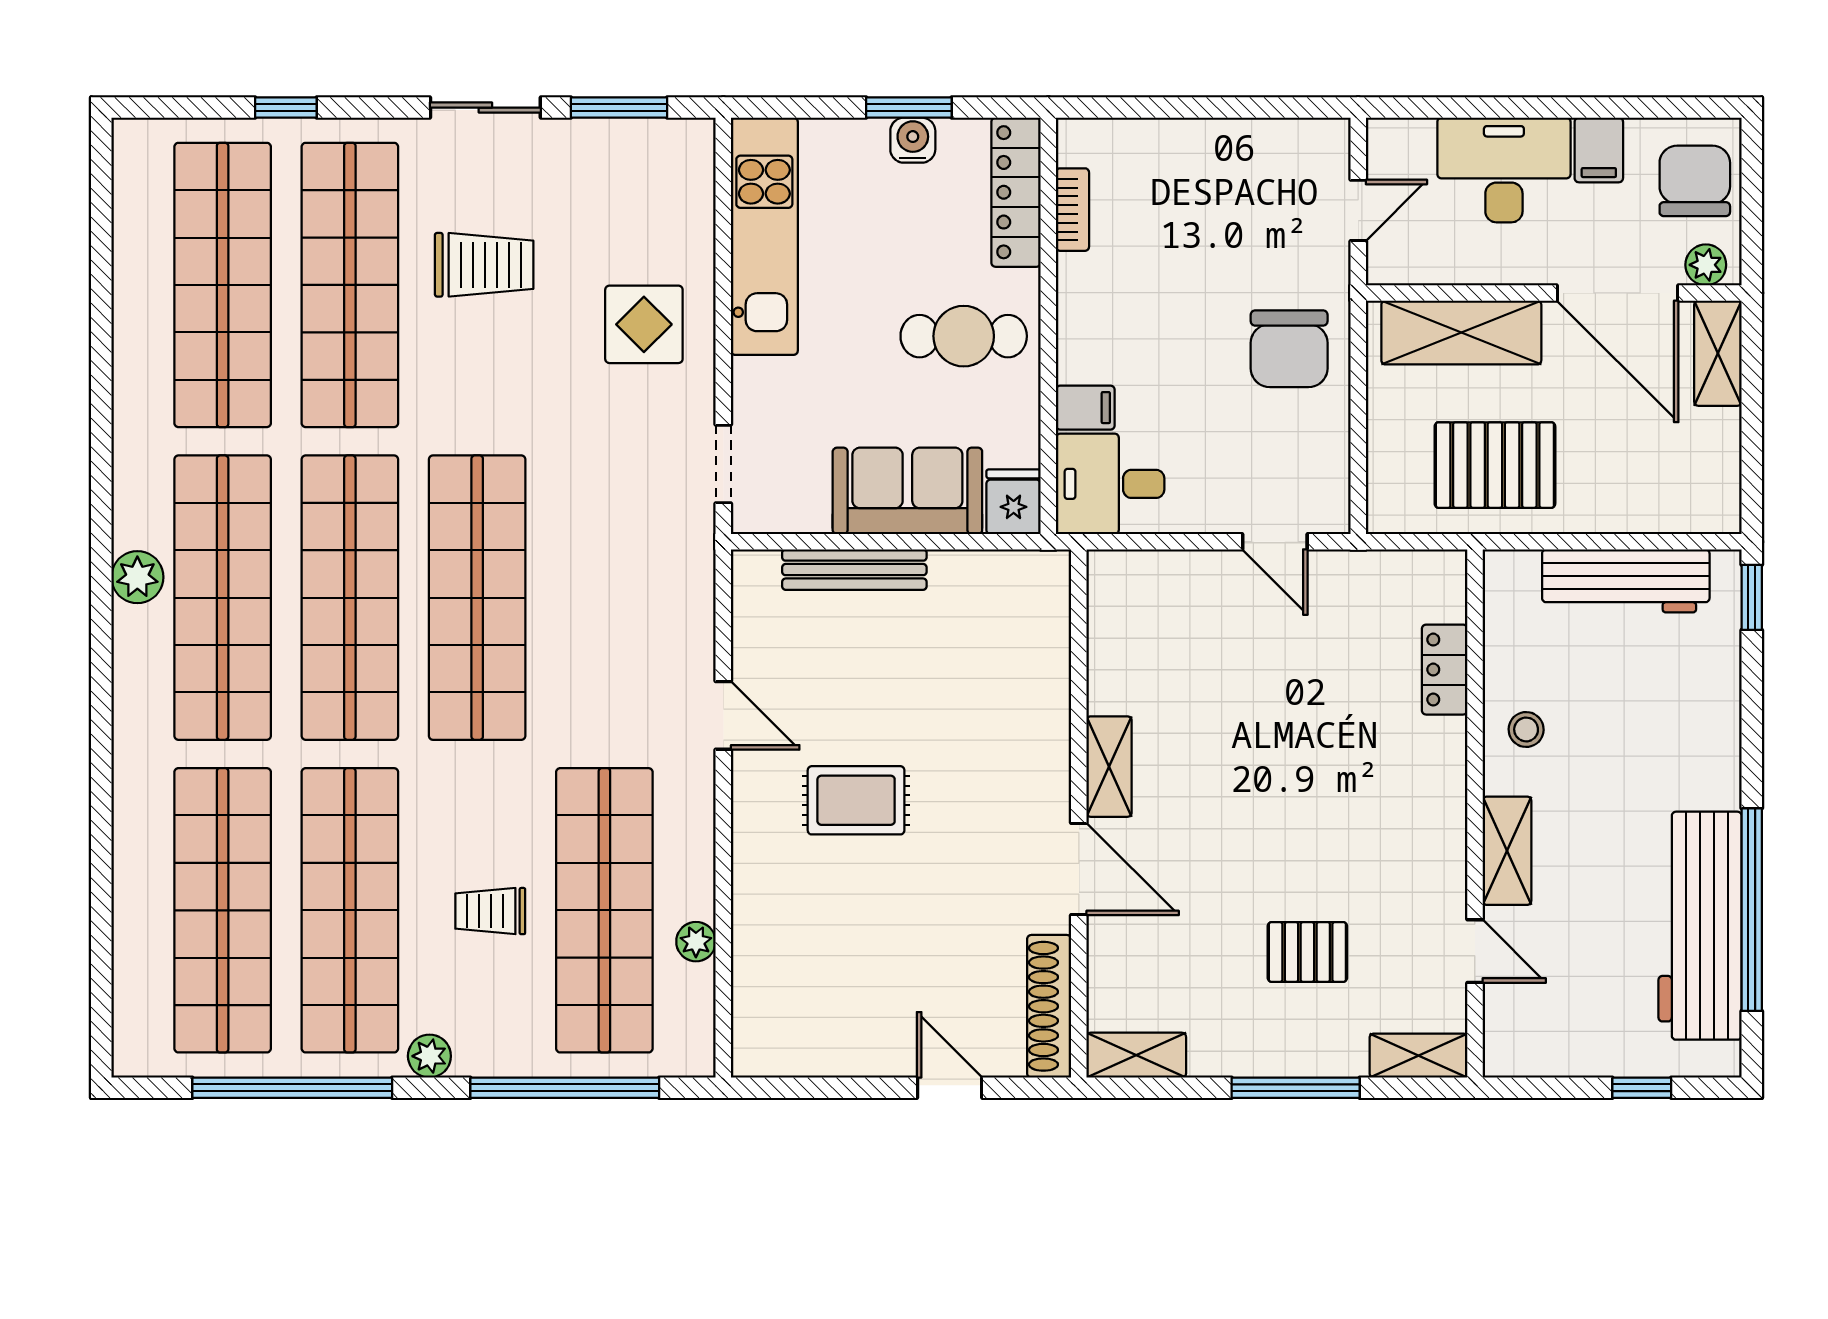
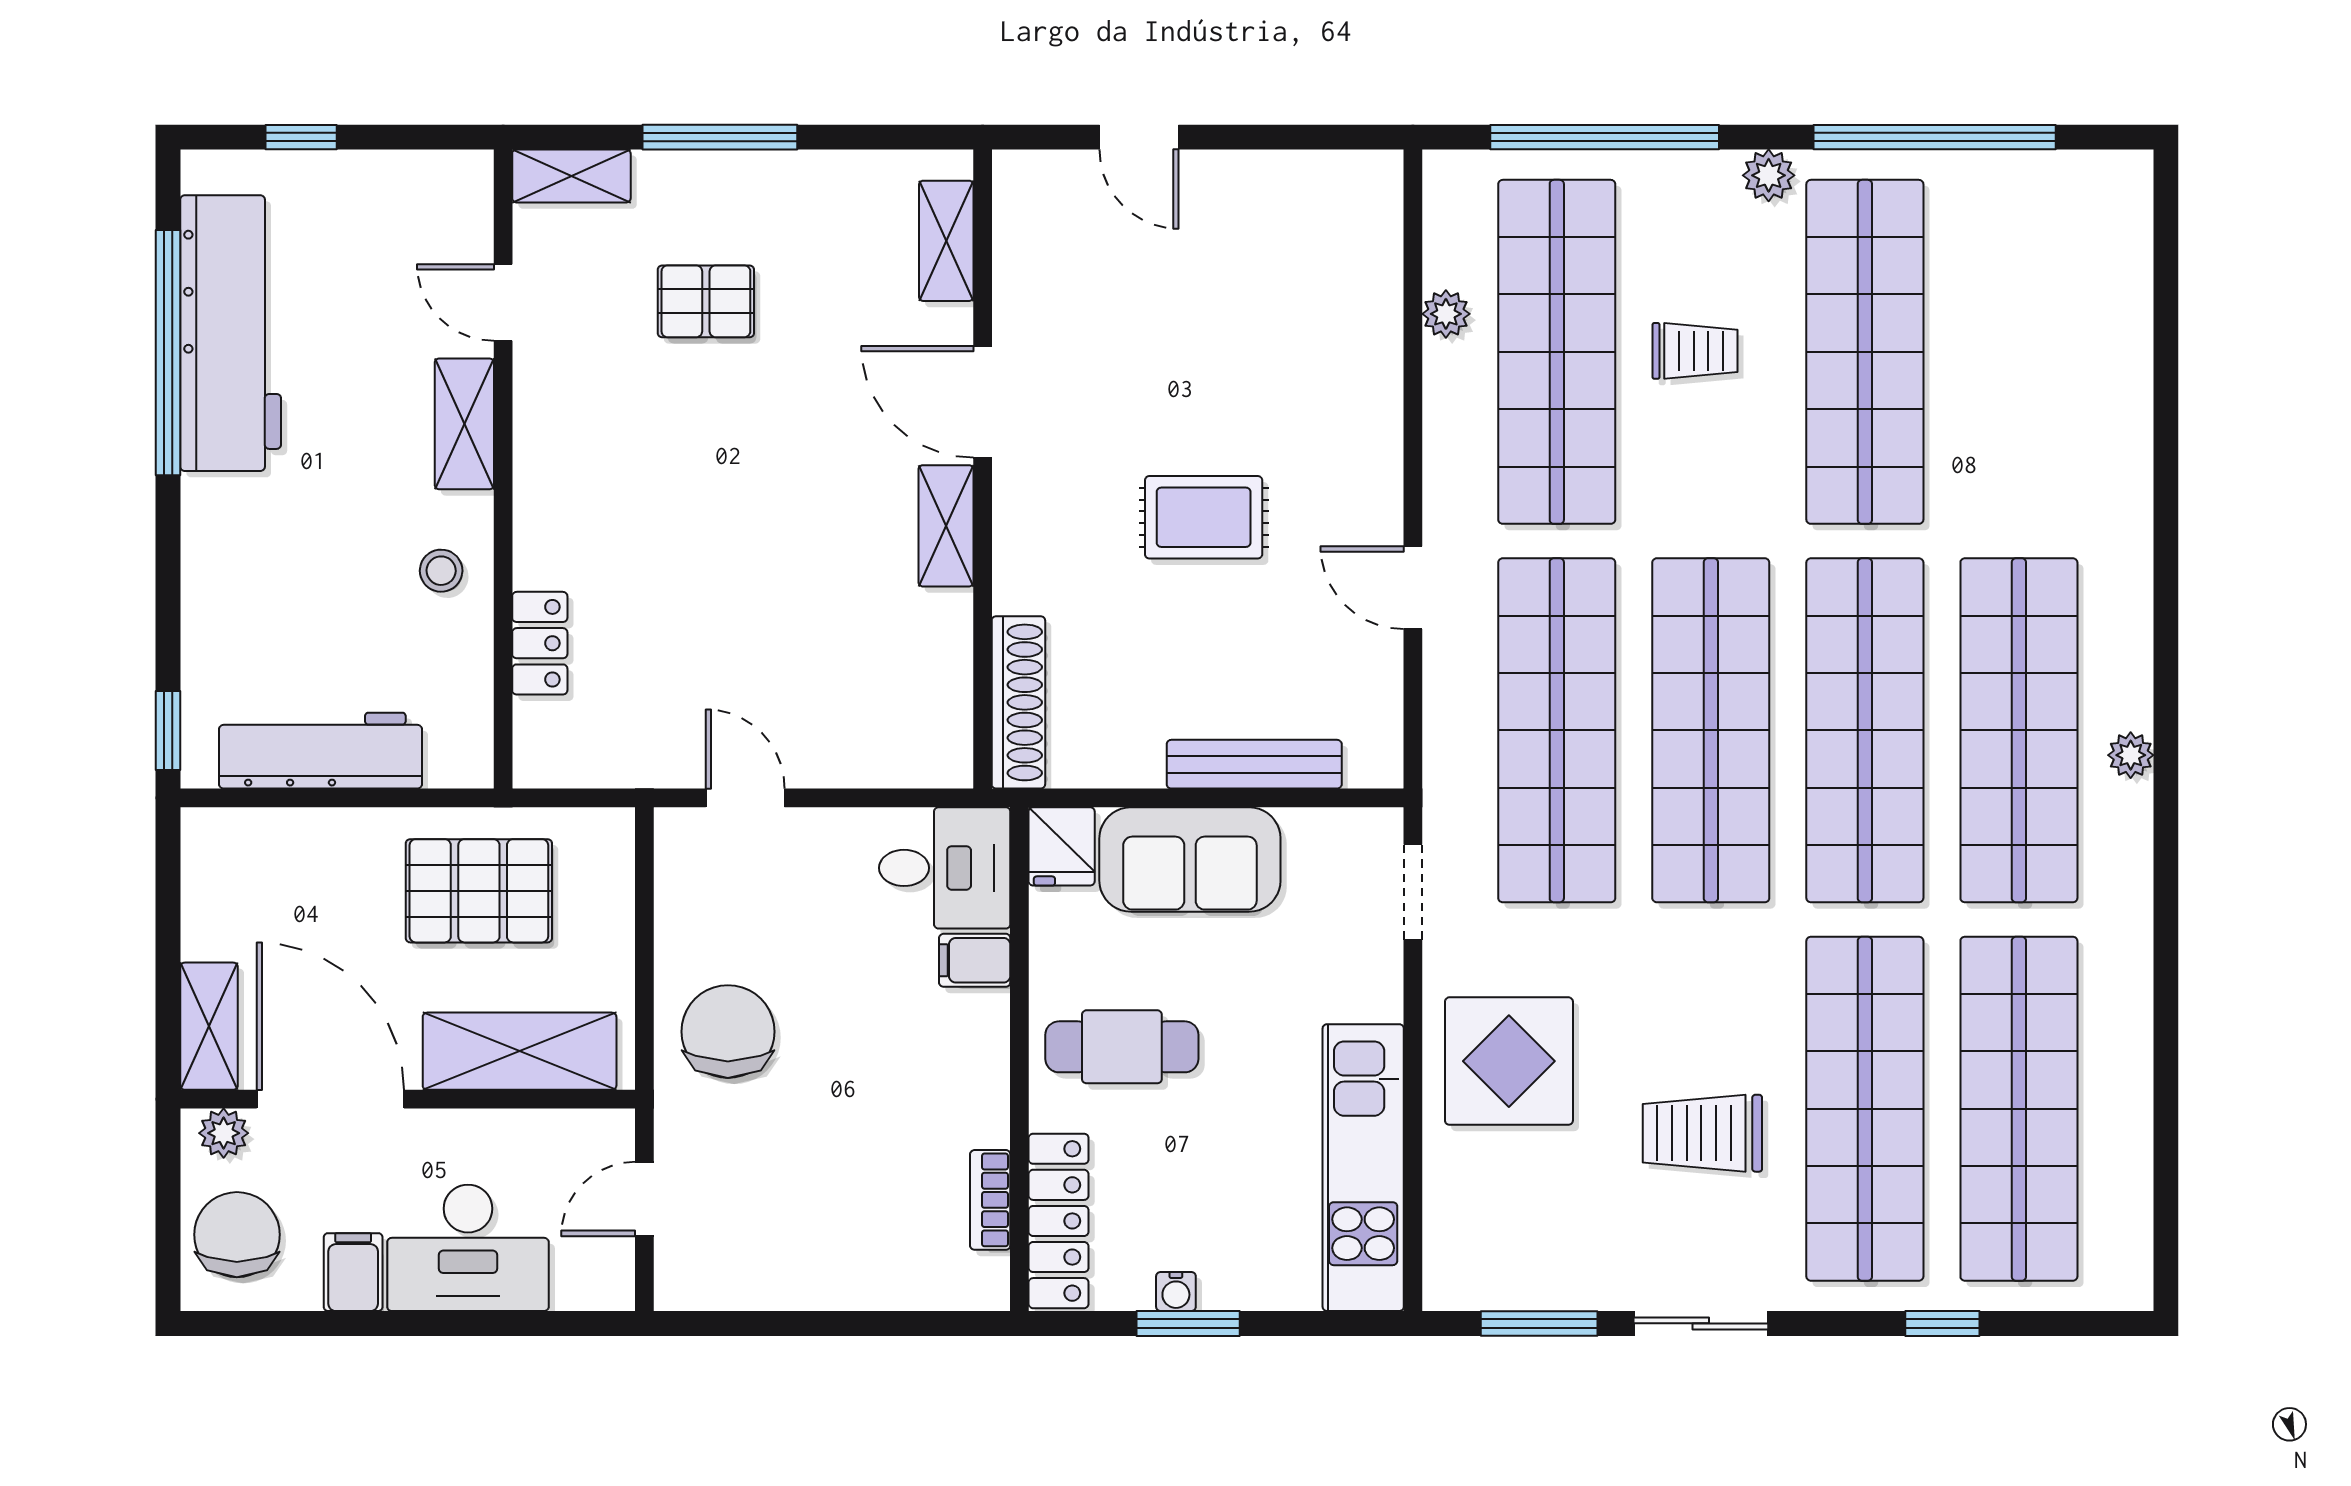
water cooler: (913, 140) -> (1176, 1291), width x0.72, depth x0.72
chair: (1695, 181) -> (237, 1235), turned 180
display table: (644, 324) -> (1509, 1061), width x1.36, depth x1.36
plant: (137, 577) -> (2131, 755), width x0.73, depth x0.73
rug: (856, 800) -> (1204, 517), moved
shop shelf: (223, 910) -> (1557, 730), moved
shoe rack: (1049, 1006) -> (1018, 702), moved
shelving: (1136, 1055) -> (946, 241), moved, turned 90

